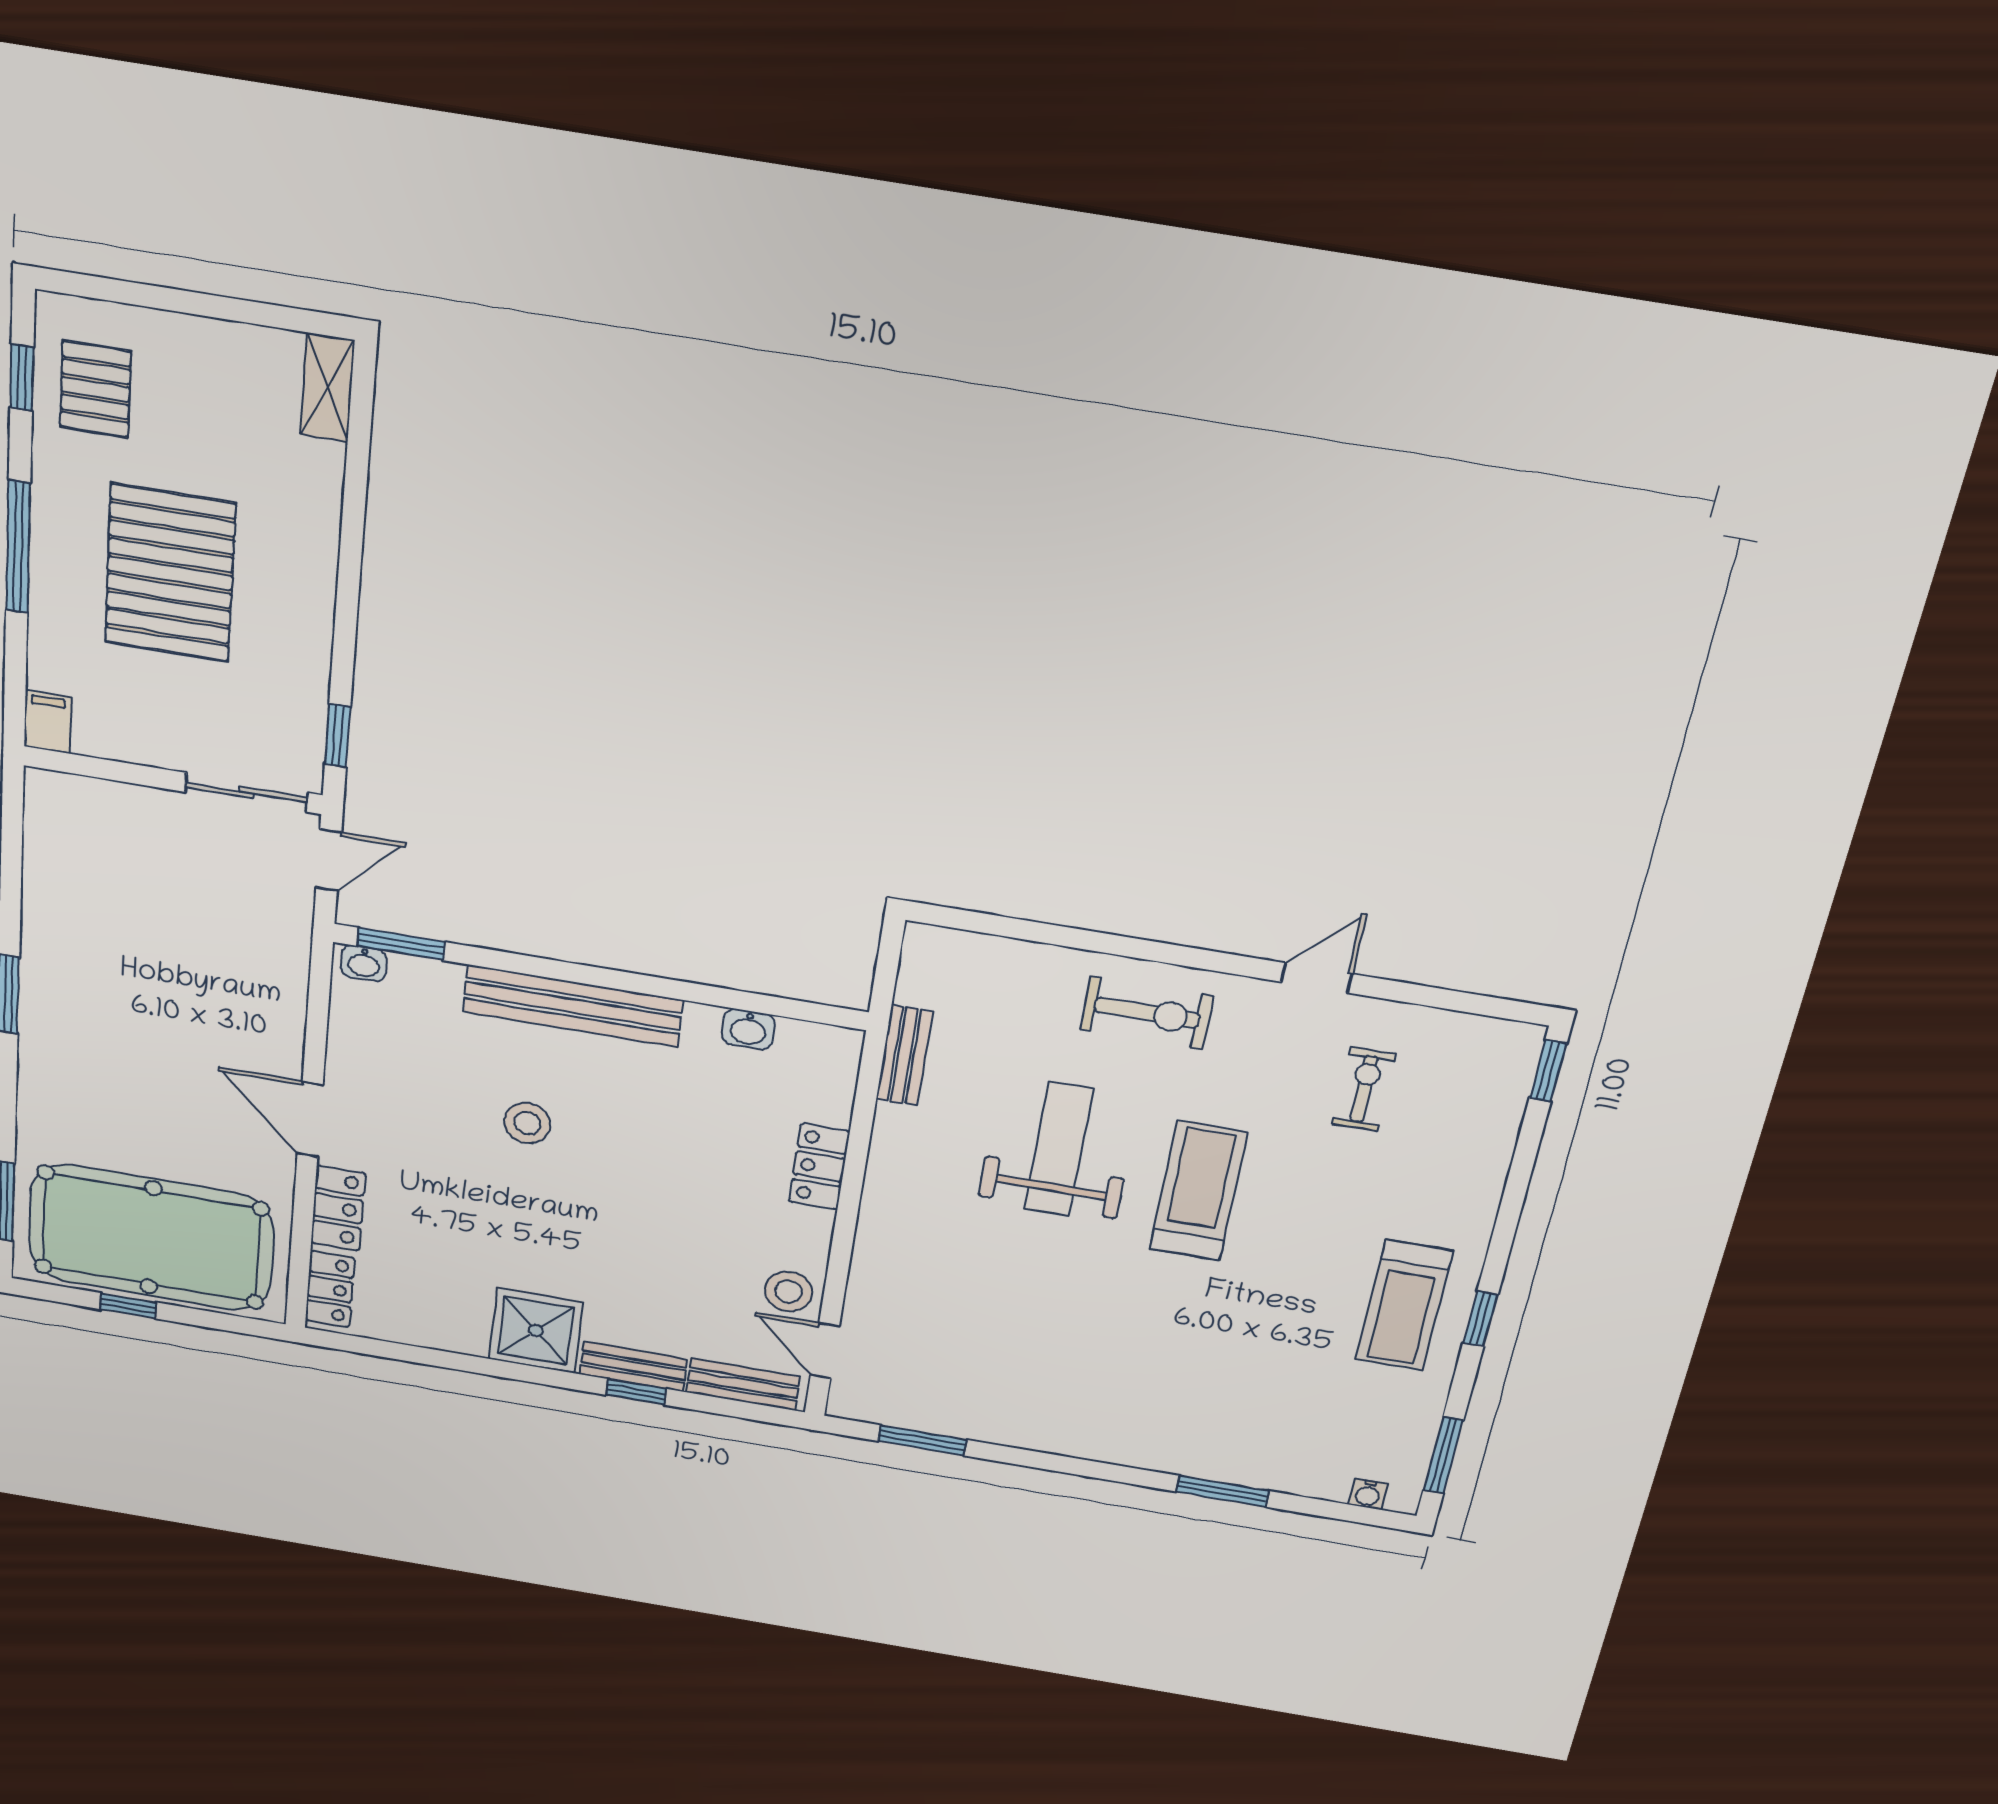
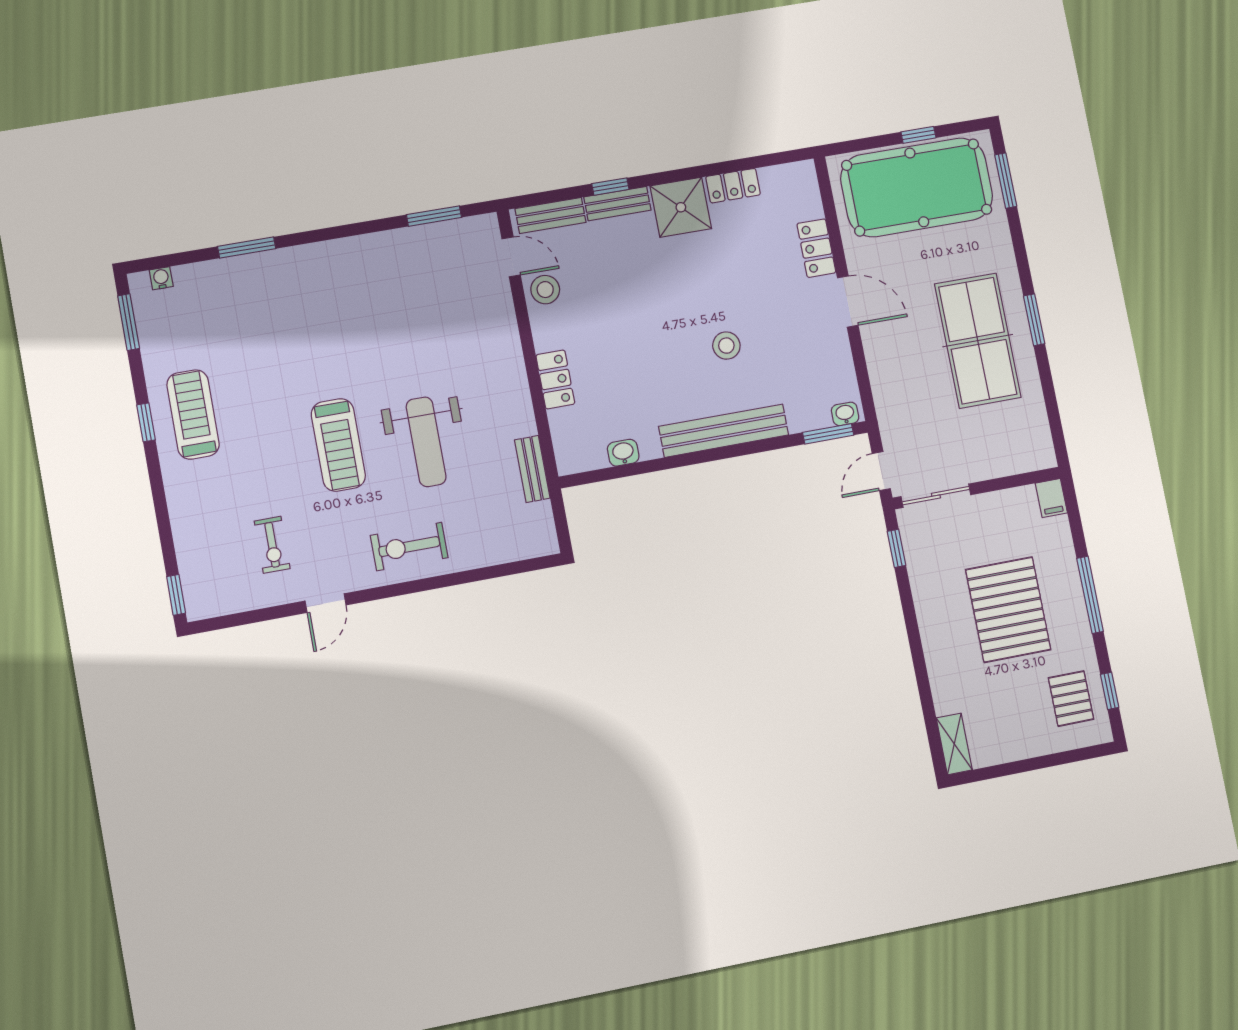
table tennis table: (111, 995) -> (978, 341), added
locker: (330, 1289) -> (733, 186), moved, turned -90

